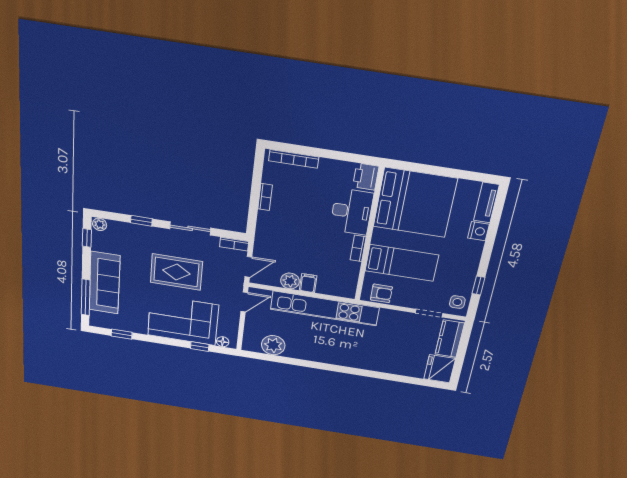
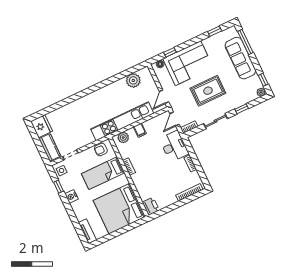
desk: (352, 212) -> (174, 146), moved, turned 180
nightstand: (479, 231) -> (71, 196), moved
plant: (290, 281) -> (123, 138), moved

